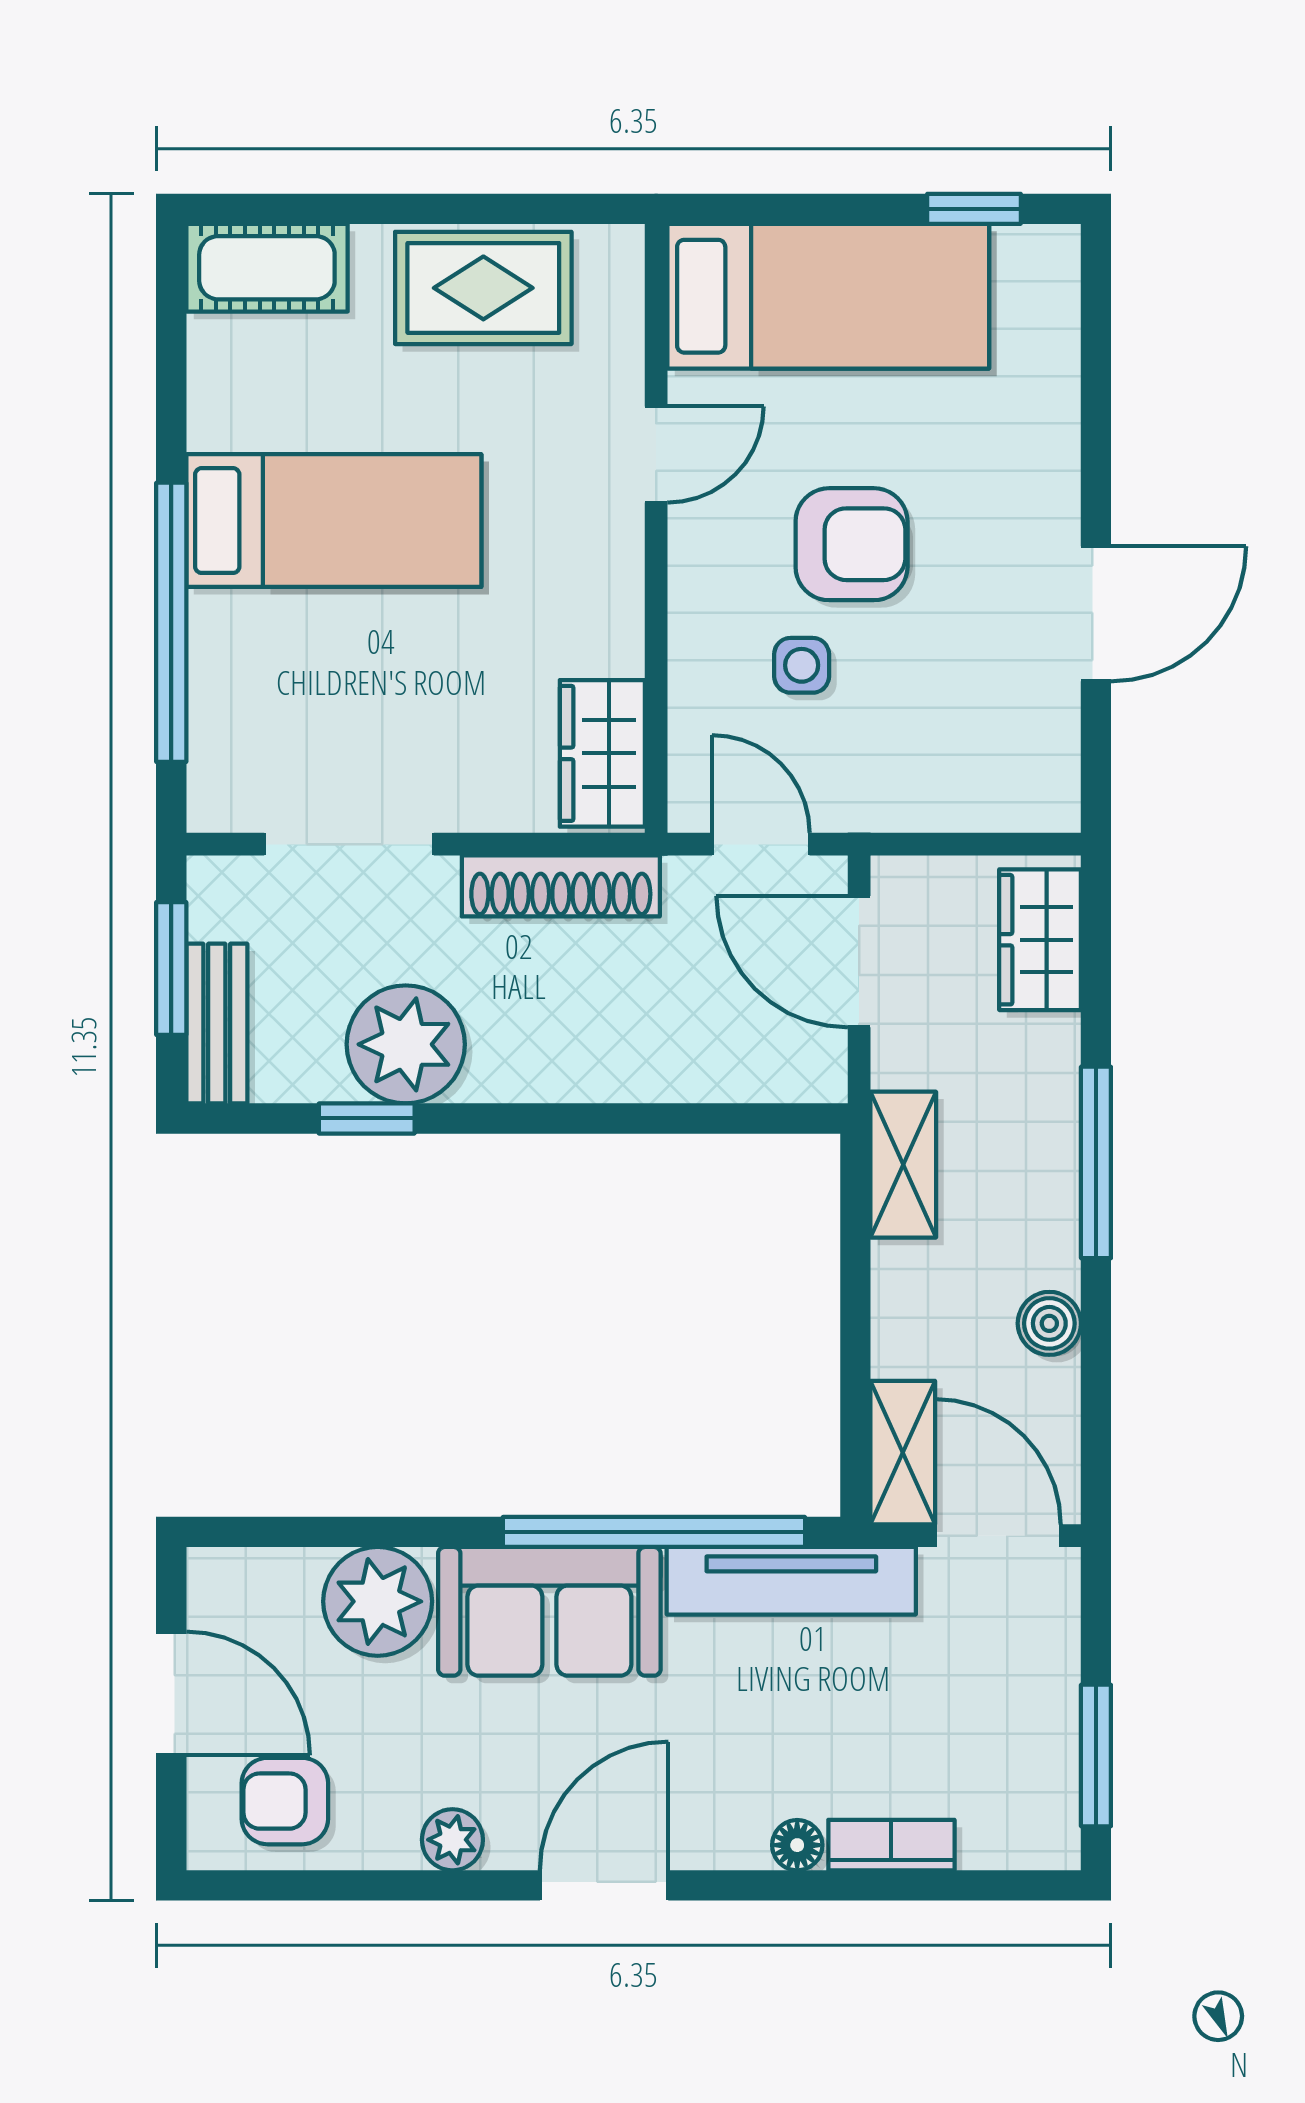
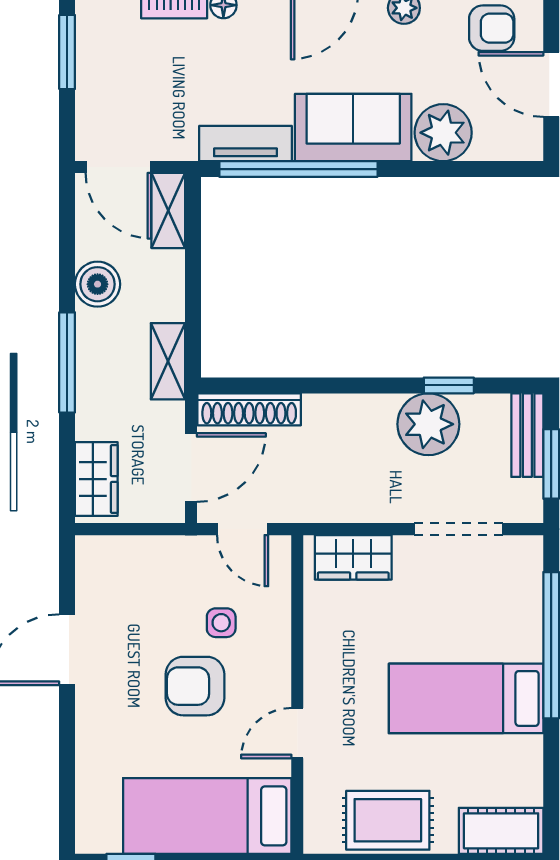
wardrobe: (602, 753) -> (353, 557), moved, turned 90
shoe rack: (561, 886) -> (249, 409), moved, turned 180
door: (859, 962) -> (191, 468), hinge flipped
boiler: (1049, 1323) -> (98, 284), width x1.36, depth x1.36
tv unit: (791, 1581) -> (246, 143), width x0.71

